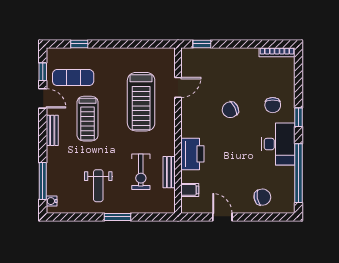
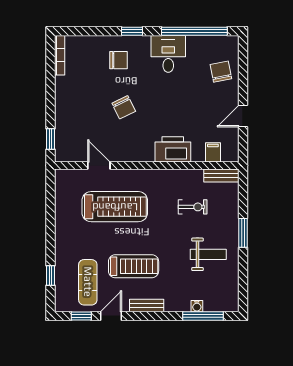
desk: (278, 144) -> (168, 54), width x0.73
exercise bike: (141, 172) -> (193, 207), width x0.73, depth x0.72
bench: (169, 172) -> (221, 175), moved
water cooler: (52, 201) -> (197, 306), moved

